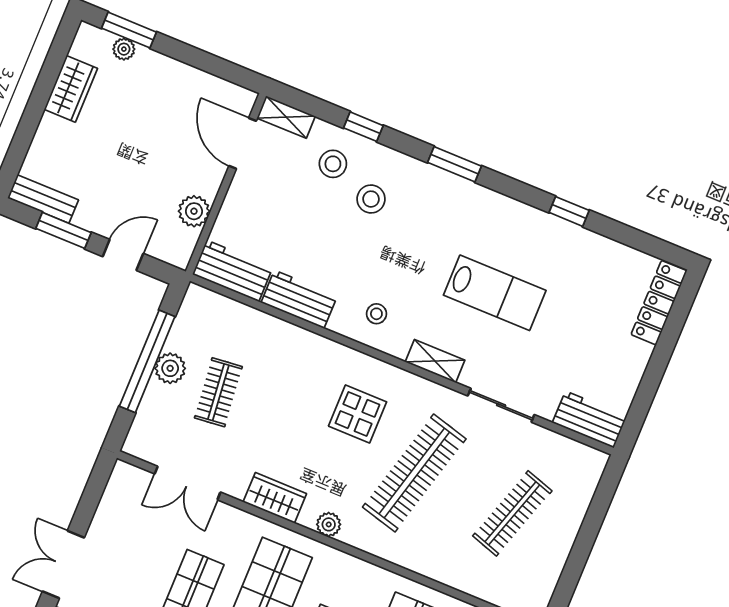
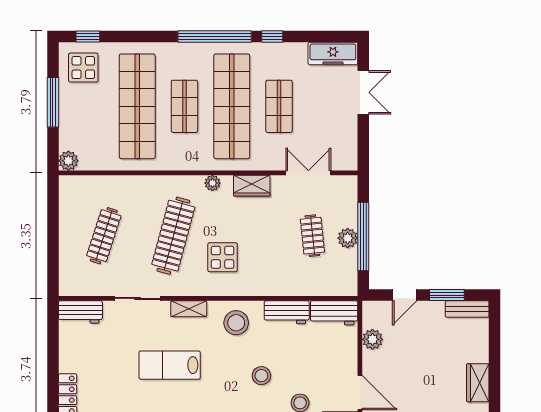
stool: (371, 199) -> (261, 376), moved
stool: (376, 314) -> (236, 323), width x1.89, depth x1.89

